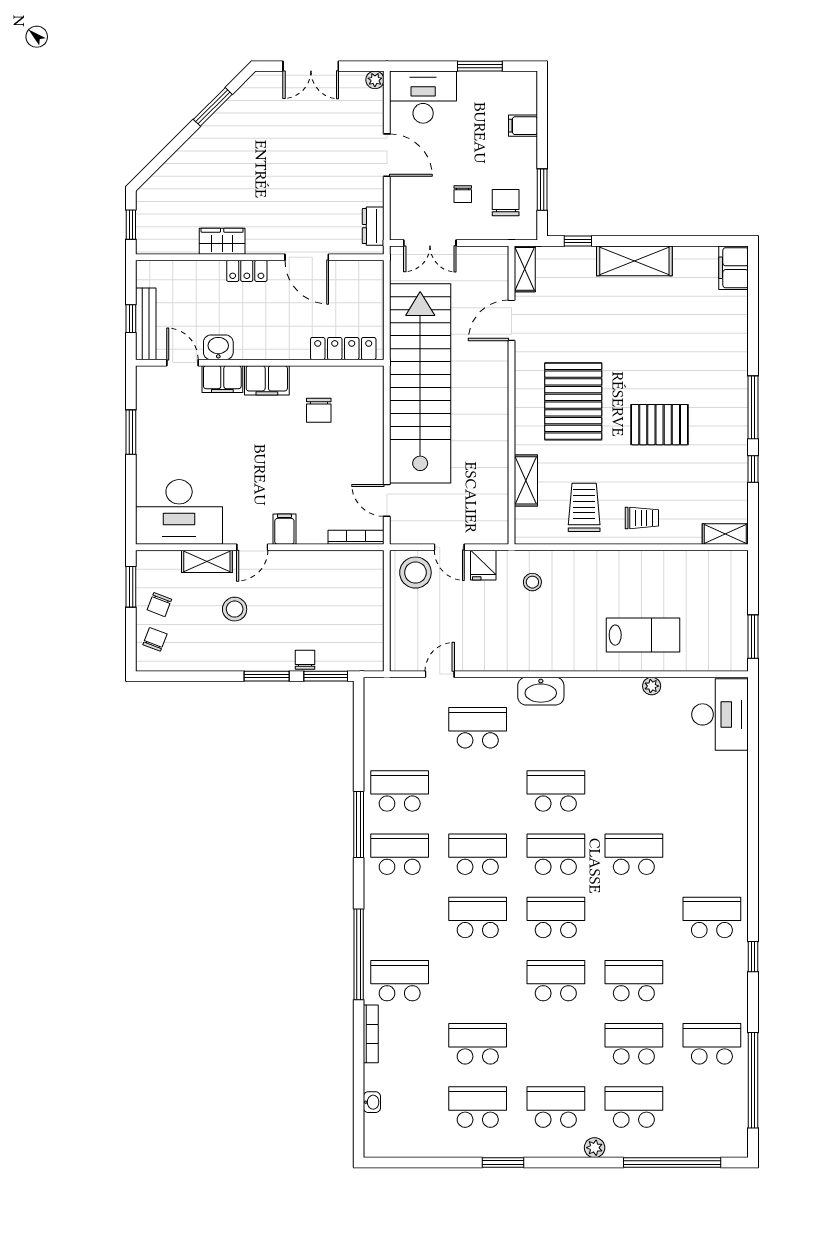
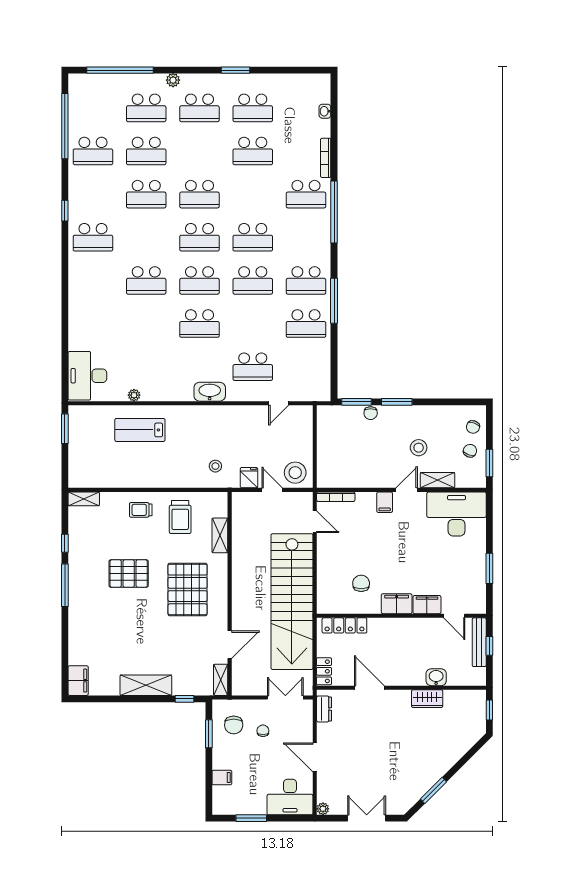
locker: (247, 271) -> (324, 671), moved, turned 90
washbasin: (218, 347) -> (436, 677), moved, turned 180

